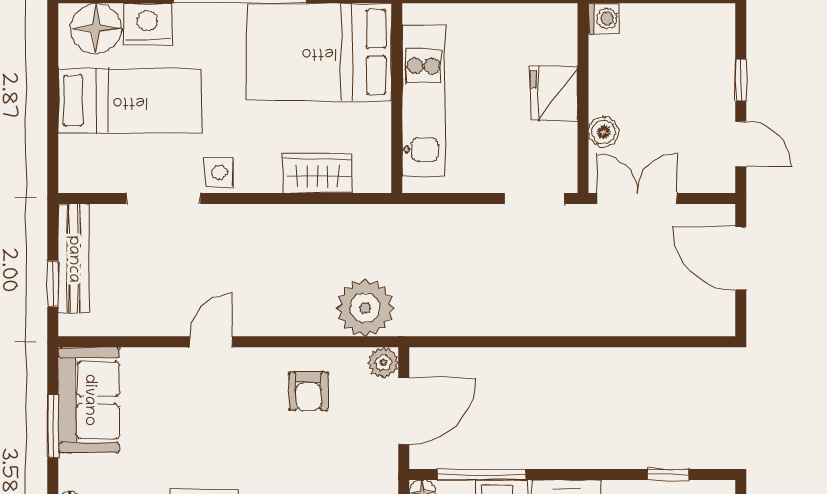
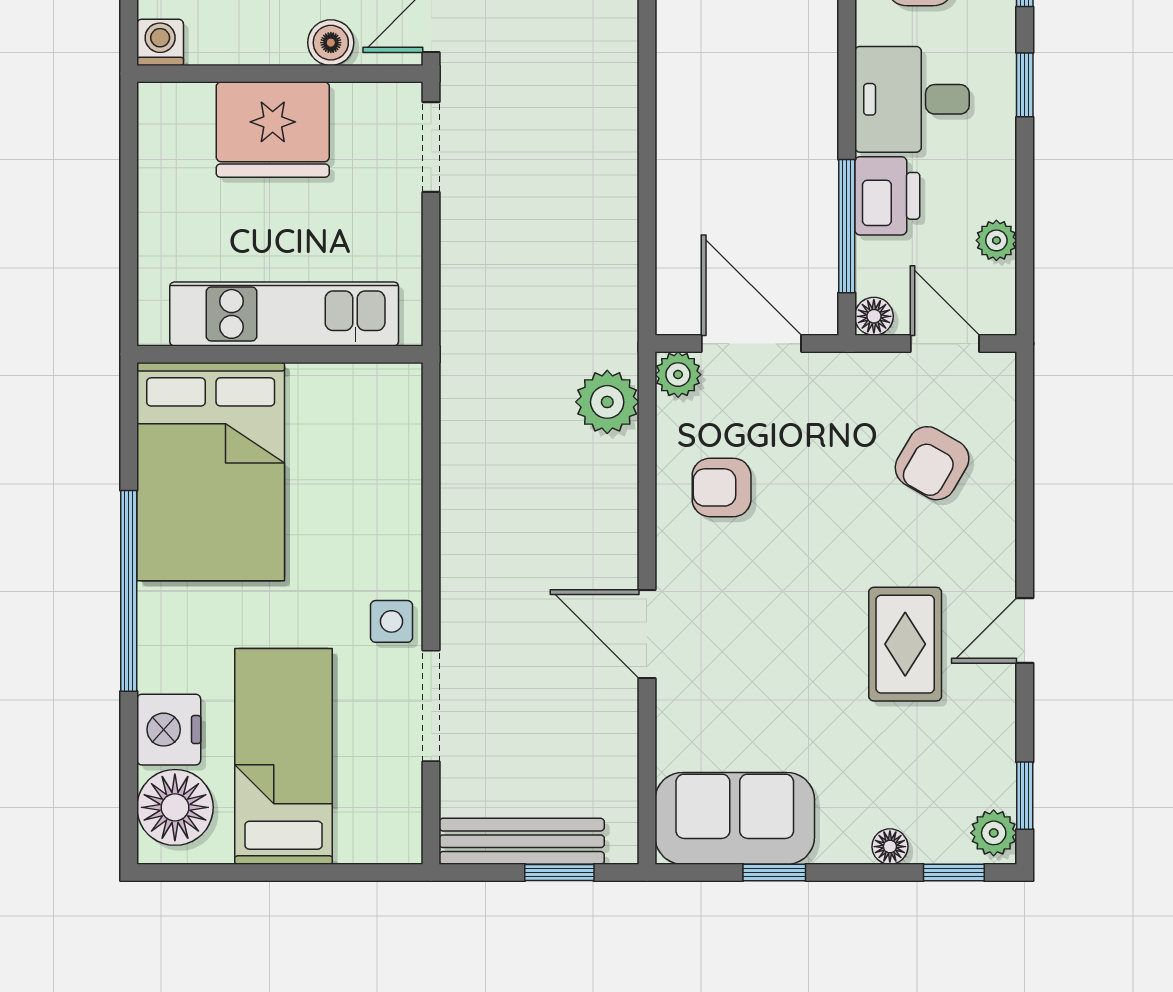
fridge: (554, 93) -> (273, 130), width x1.36, depth x1.34
wardrobe: (317, 173) -> (393, 474), removed
plant: (365, 308) -> (607, 402), width x0.73, depth x0.73
door: (211, 342) -> (647, 634), width x1.38
armchair: (308, 391) -> (722, 487), turned 180
window: (53, 426) -> (774, 872), width x0.67

